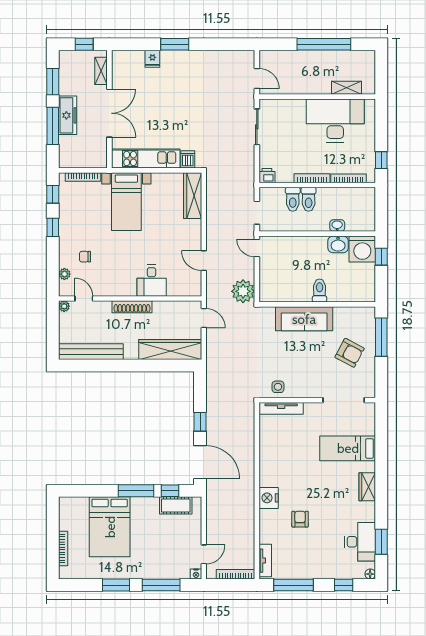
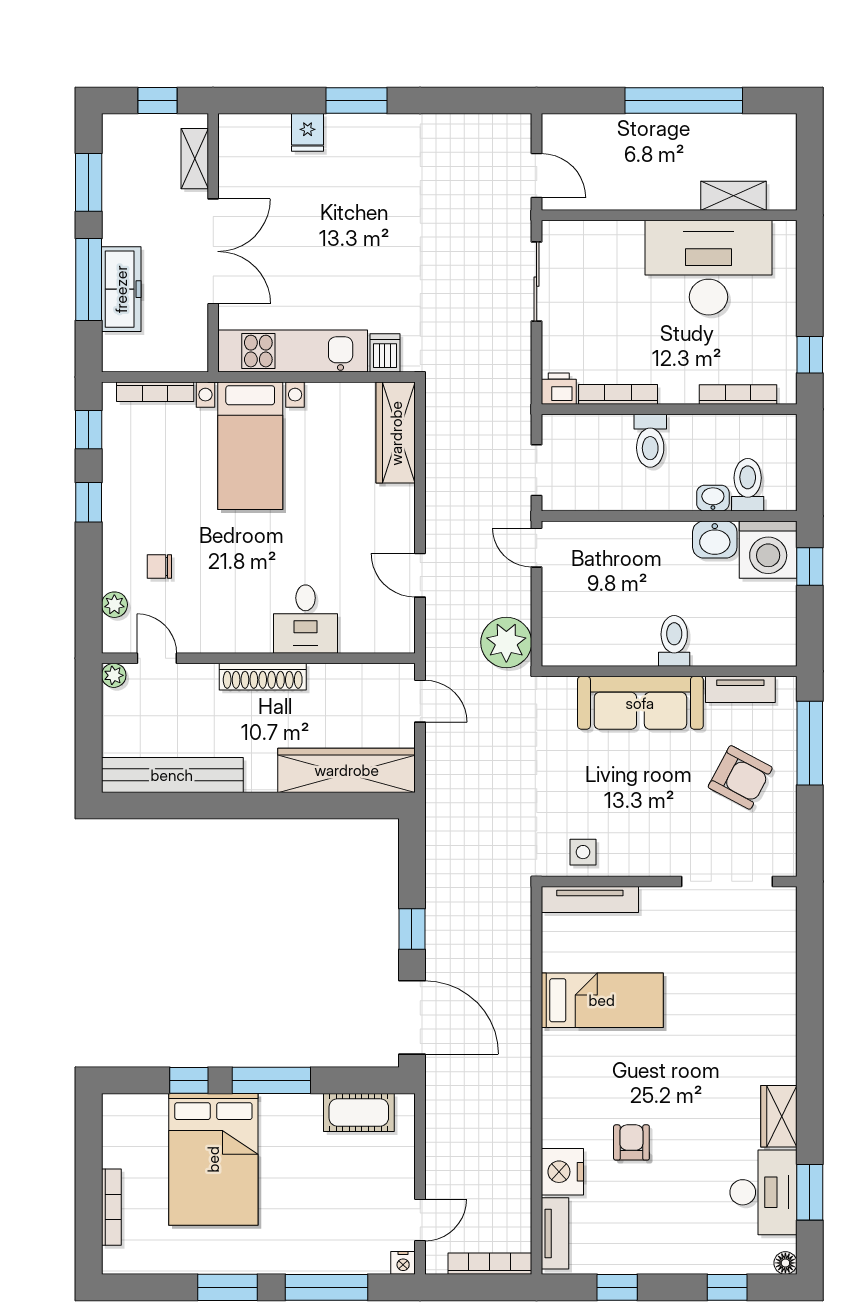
freezer: (68, 115) -> (121, 289), moved
bookcase: (312, 178) -> (618, 394), moved
toilet: (293, 199) -> (748, 485), moved, turned 180
tv unit: (350, 313) -> (740, 689), added
bed: (348, 448) -> (602, 1000), moved, turned 180
wardrobe: (367, 487) -> (779, 1116), moved
window: (170, 491) -> (189, 1080), moved
nightstand: (269, 498) -> (562, 1172), moved
window: (294, 585) -> (617, 1287), width x0.46

